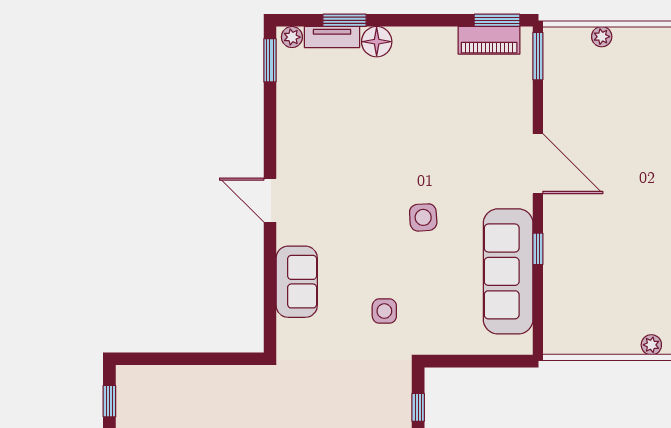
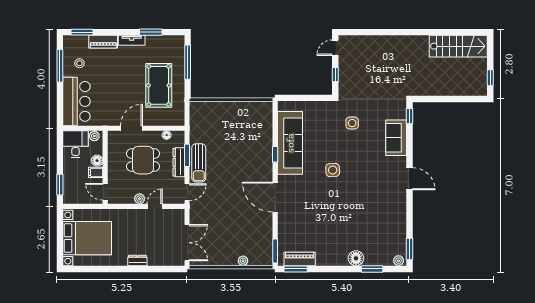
tv unit: (332, 37) -> (378, 261), removed
window: (270, 325) -> (410, 116), added
plant: (651, 345) -> (218, 106), removed

